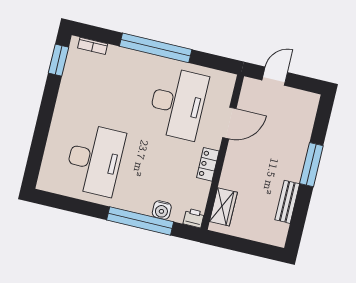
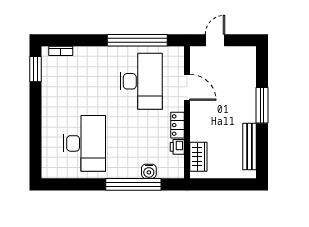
window: (156, 48) -> (137, 40), moved
door: (229, 123) -> (187, 87), hinge flipped
bench: (287, 202) -> (250, 146), width x1.36
printer: (194, 218) -> (177, 147), moved, turned -90

